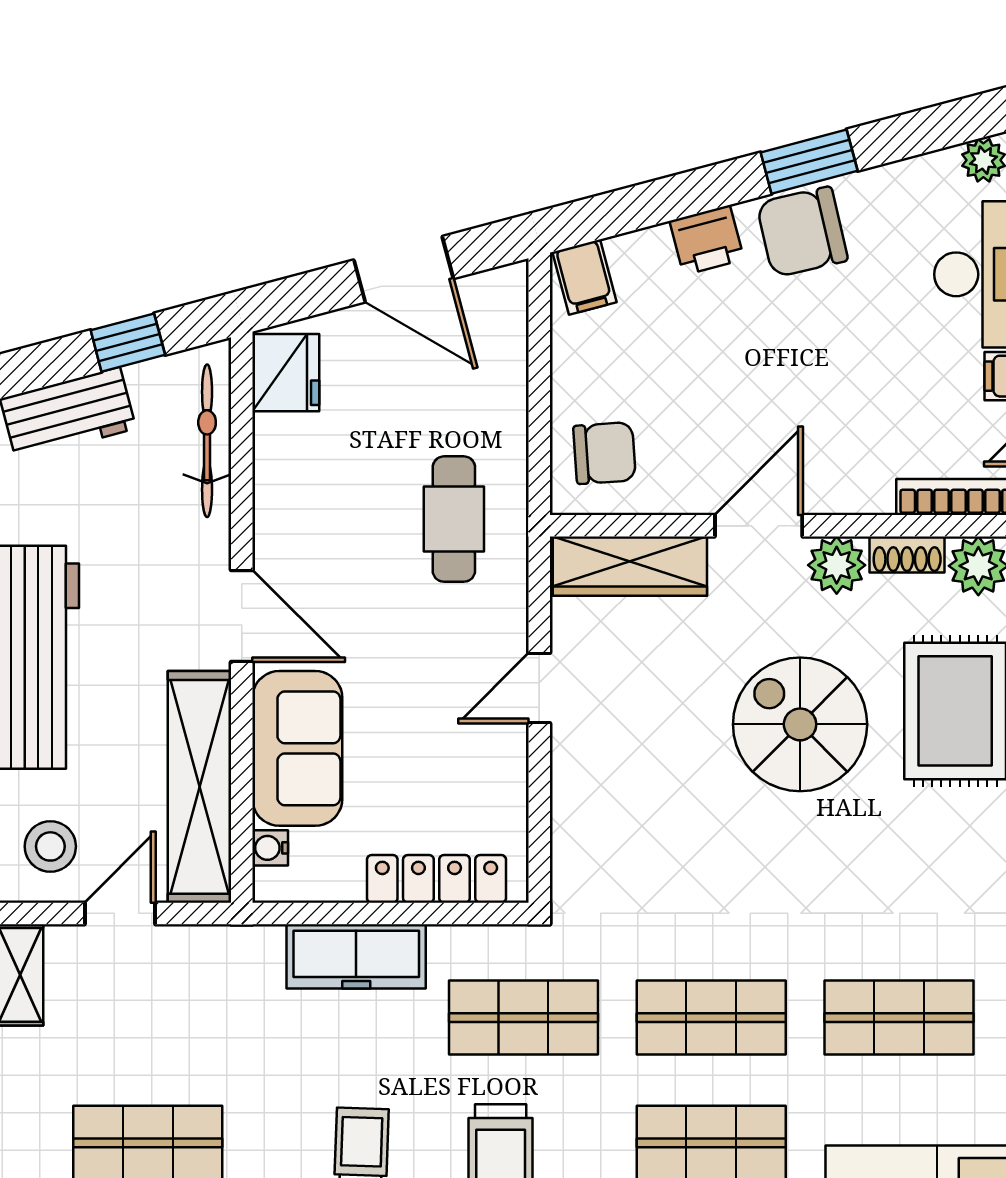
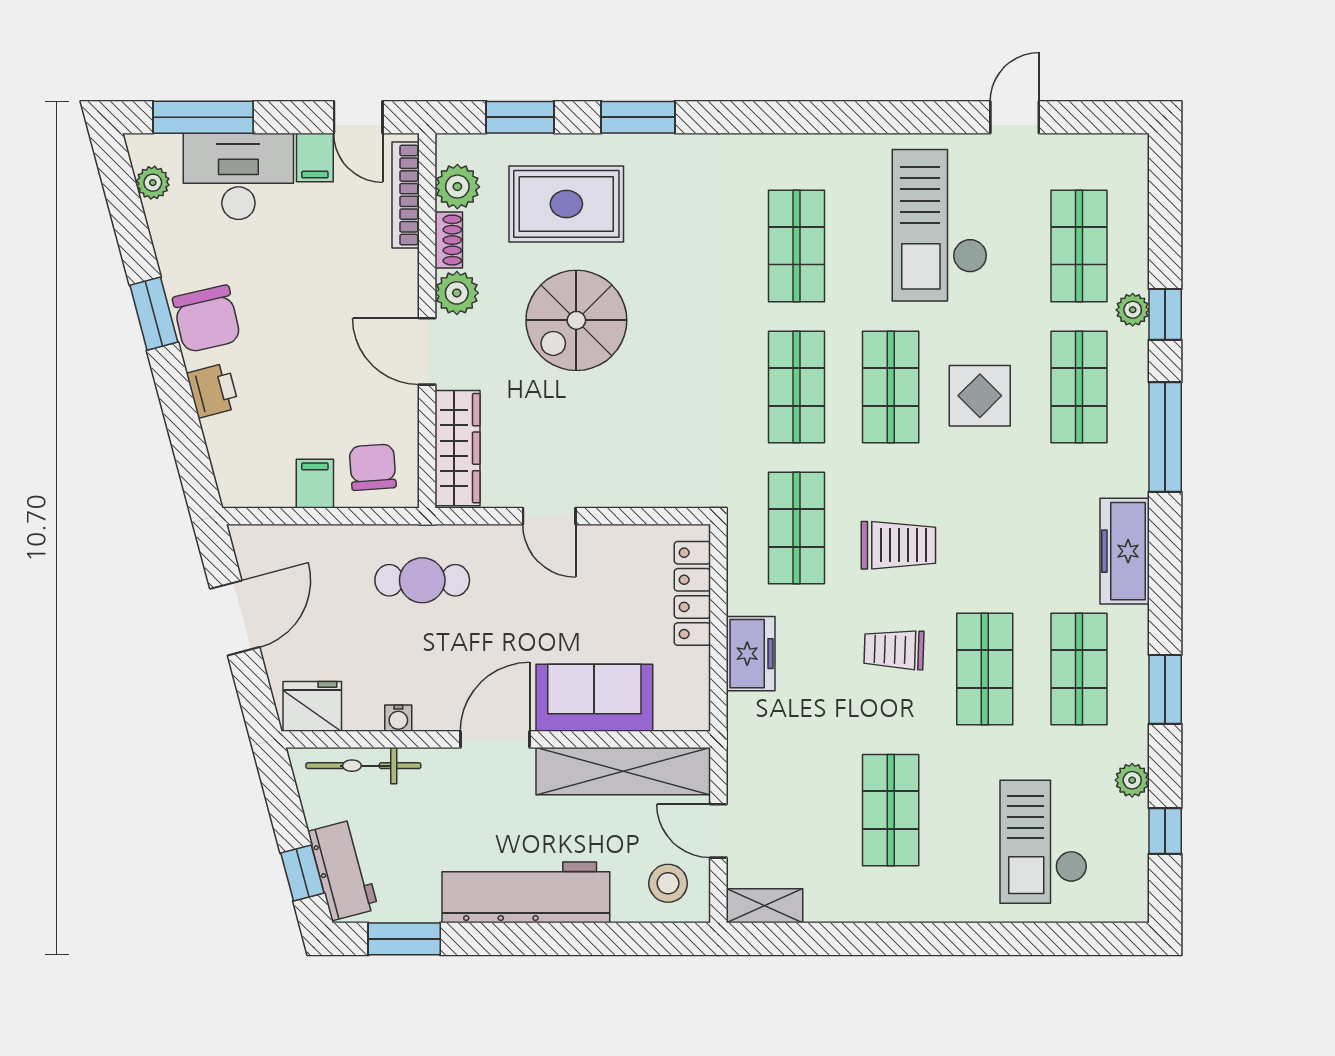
filing cabinet: (584, 277) -> (315, 484), moved, turned -75
window: (128, 343) -> (302, 873), moved
water cooler: (270, 848) -> (398, 718), moved
freezer: (356, 956) -> (751, 654), width x0.71

